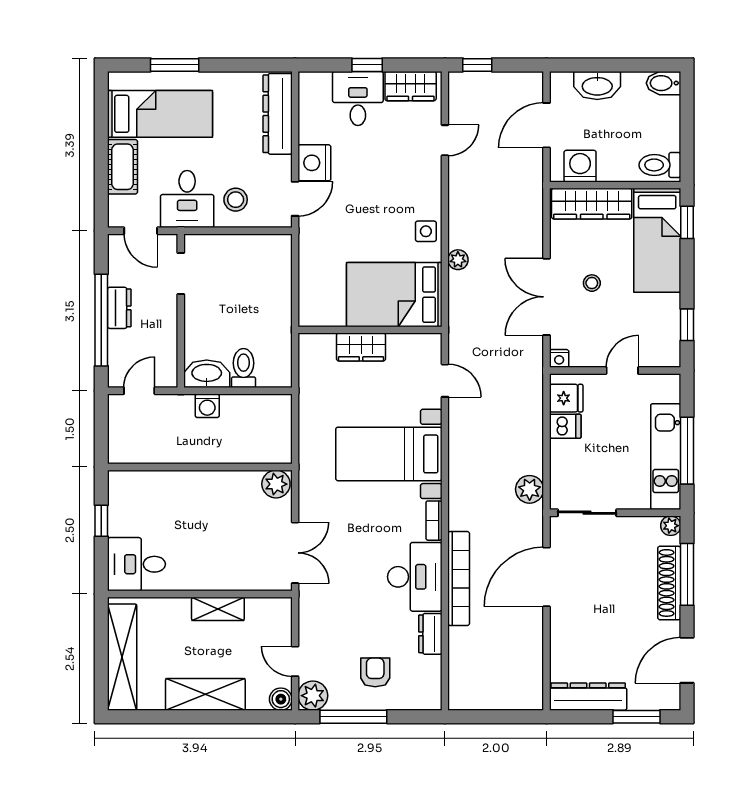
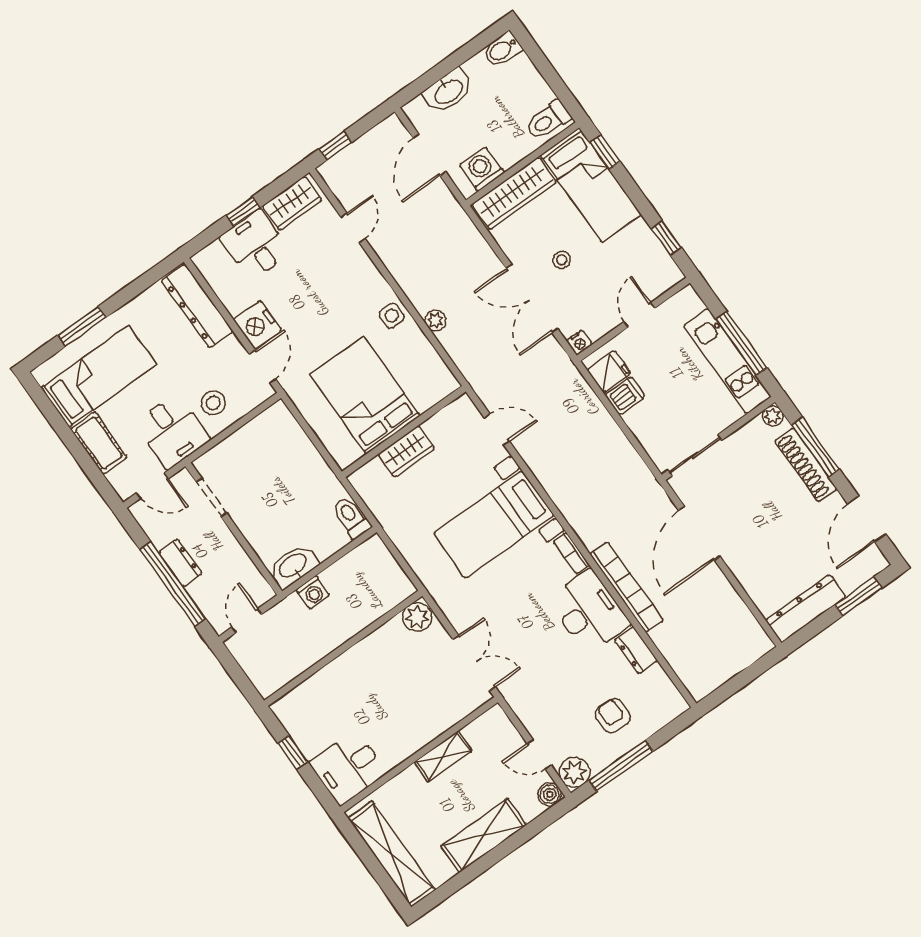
bed: (394, 295) -> (365, 395), moved, turned 90
toilet: (244, 368) -> (351, 517), moved
plant: (530, 489) -> (633, 470), removed

